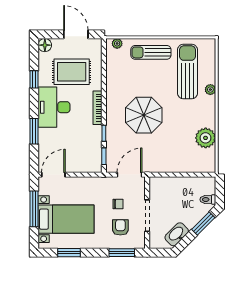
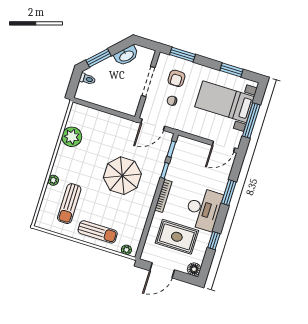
door: (76, 34) -> (162, 270), hinge flipped
sun lounger: (188, 71) -> (69, 204), width x0.73, depth x0.75

